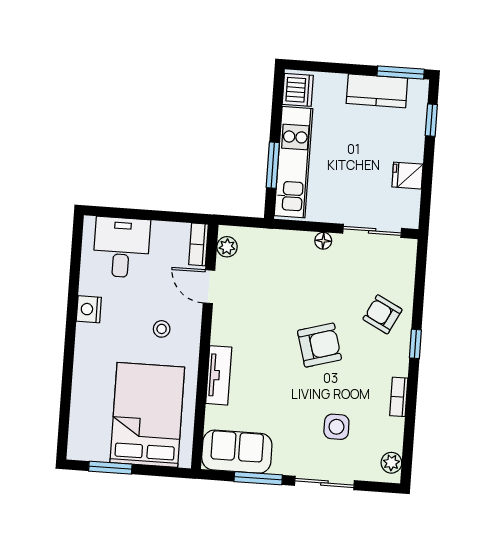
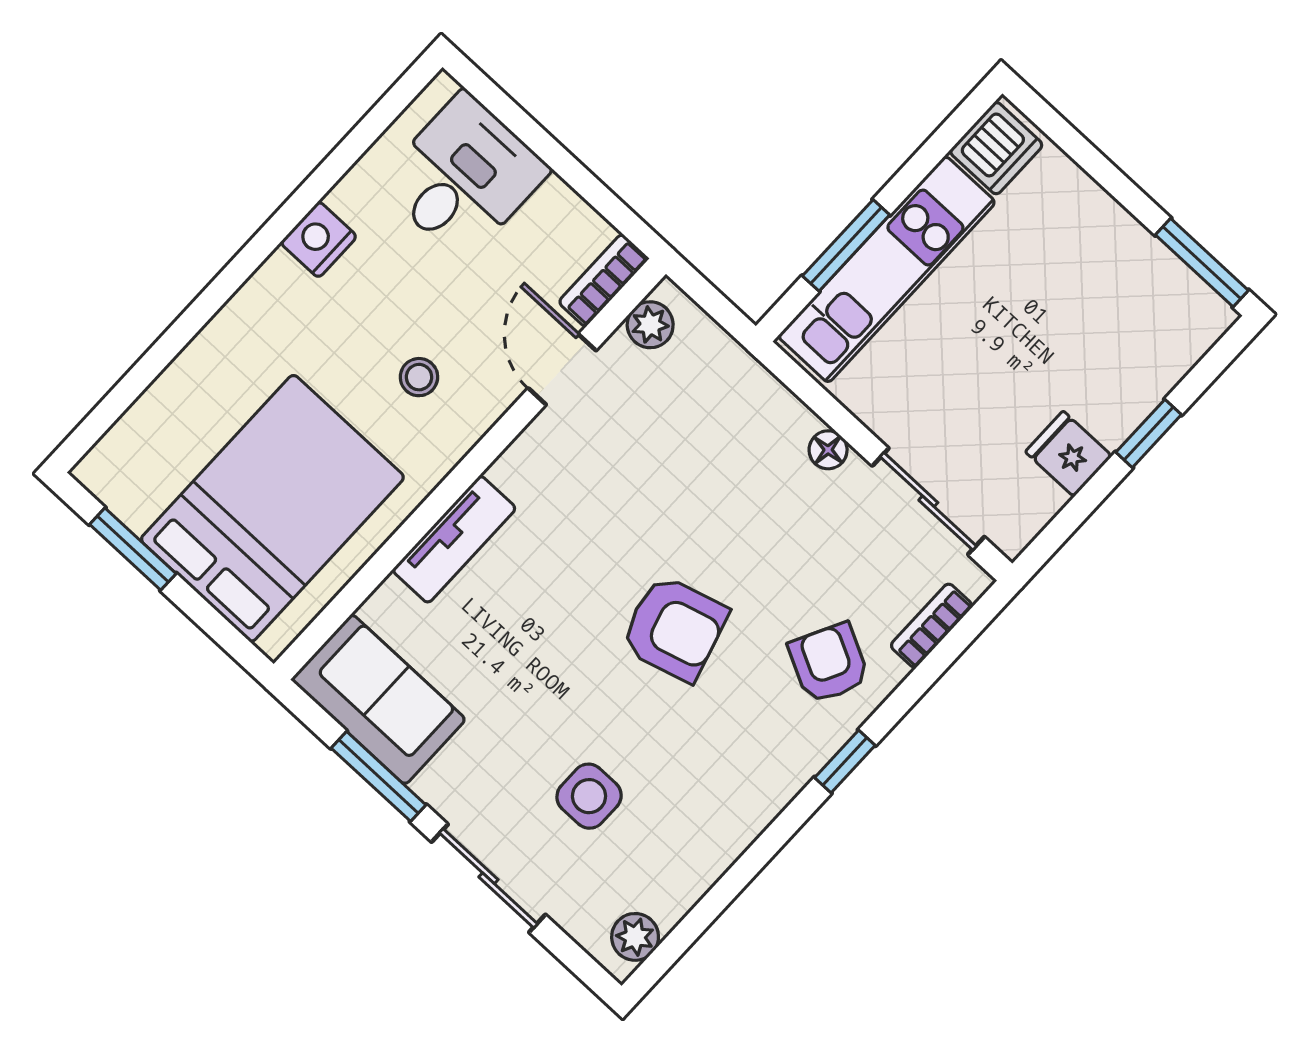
kitchen counter: (377, 91) -> (1134, 261), removed
window: (431, 120) -> (1149, 433), moved
bookcase: (399, 397) -> (932, 626), moved

